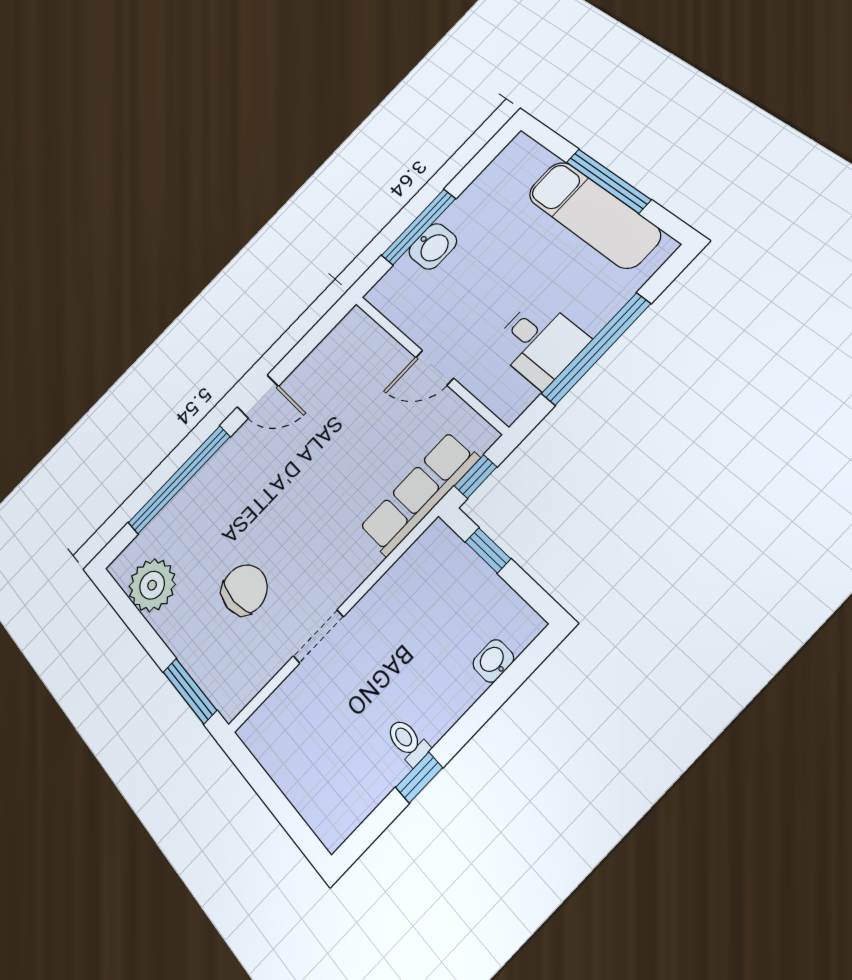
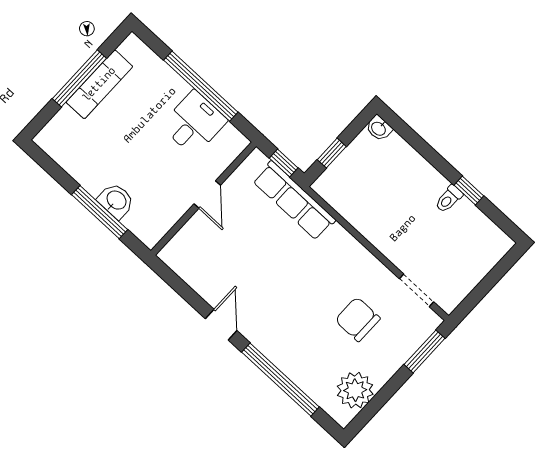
exam couch: (593, 214) -> (99, 84), width x0.73, depth x0.69
doorway: (318, 636) -> (417, 290), moved
washbasin: (493, 661) -> (379, 128), moved

